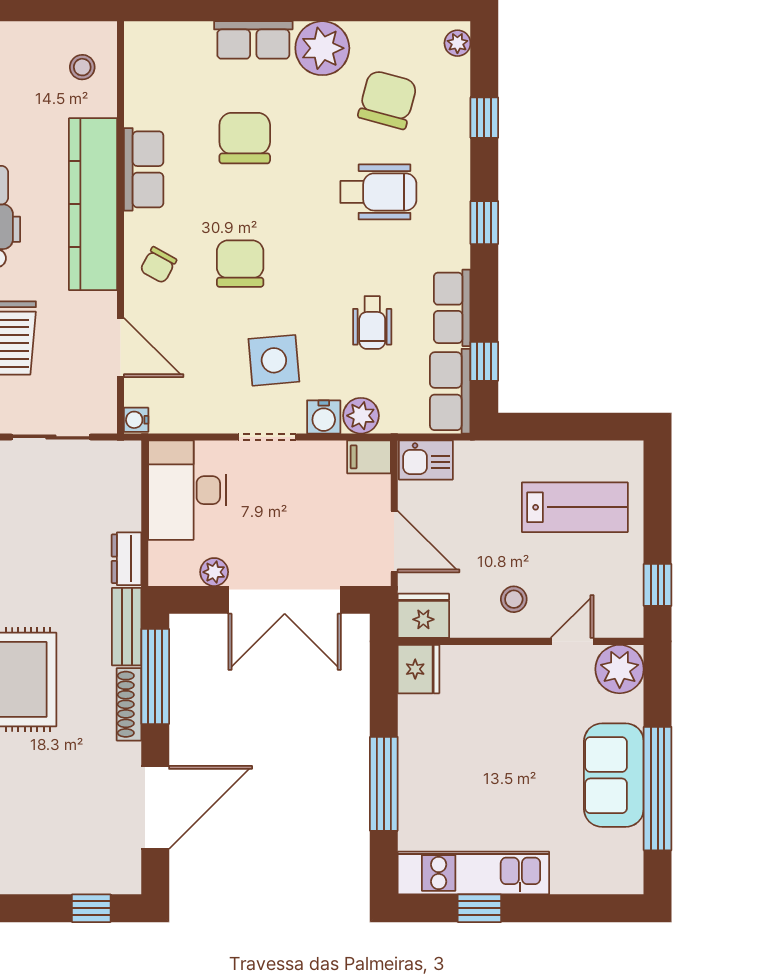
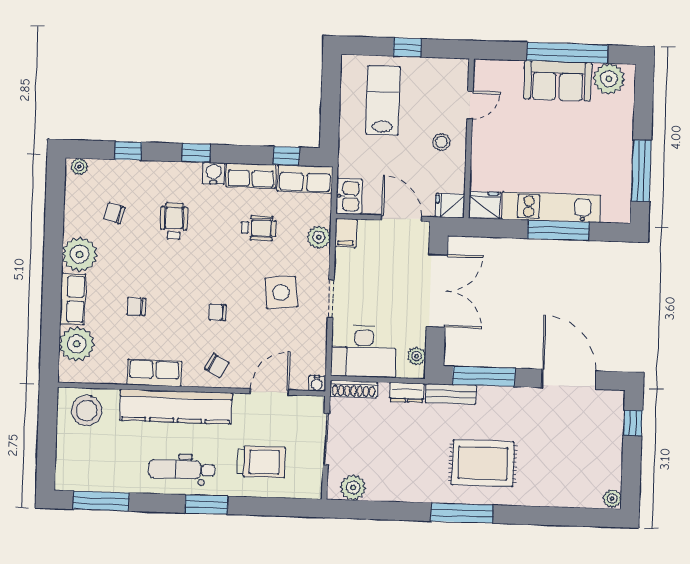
plant: (184, 48) -> (77, 344), added
stool: (82, 67) -> (87, 411), width x1.89, depth x1.89
chair: (388, 100) -> (114, 213), width x0.54, depth x0.54
chair: (245, 138) -> (136, 307), width x0.54, depth x0.54
wheelchair: (378, 192) -> (174, 221), width x0.73, depth x0.73
chair: (240, 264) -> (218, 312), width x0.54, depth x0.54
water cooler: (324, 417) -> (213, 173), moved, turned -90
door: (394, 542) -> (401, 218), hinge flipped
plant: (214, 572) -> (417, 356), moved
window: (658, 585) -> (407, 47), moved
fridge: (423, 616) -> (450, 206), width x0.72
door: (572, 641) -> (470, 105), swing flipped
plant: (620, 669) -> (609, 79), moved
shoe rack: (129, 704) -> (354, 389), moved
kitchen unit: (473, 873) -> (551, 207), moved, turned 90
window: (479, 908) -> (641, 171), width x2.17

